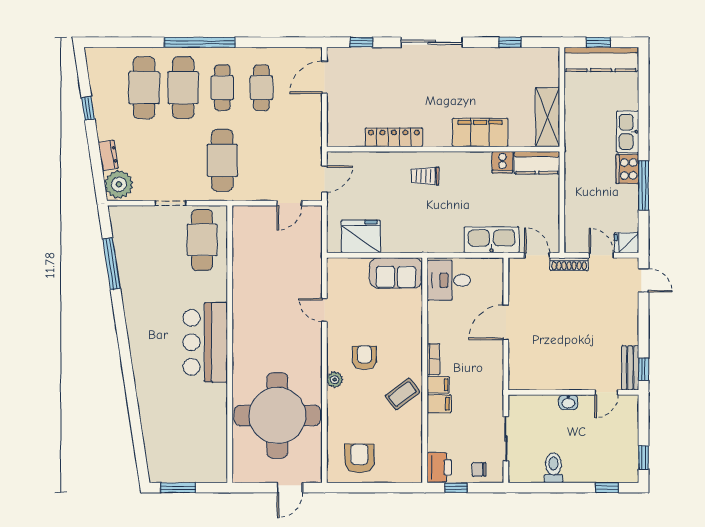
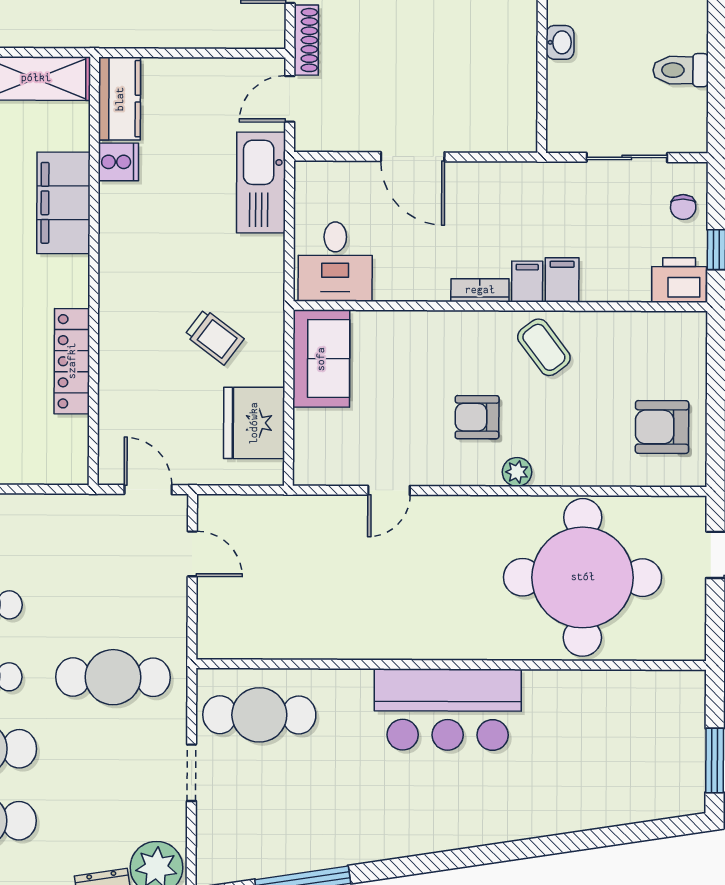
trolley: (425, 176) -> (214, 337), moved, turned -53

